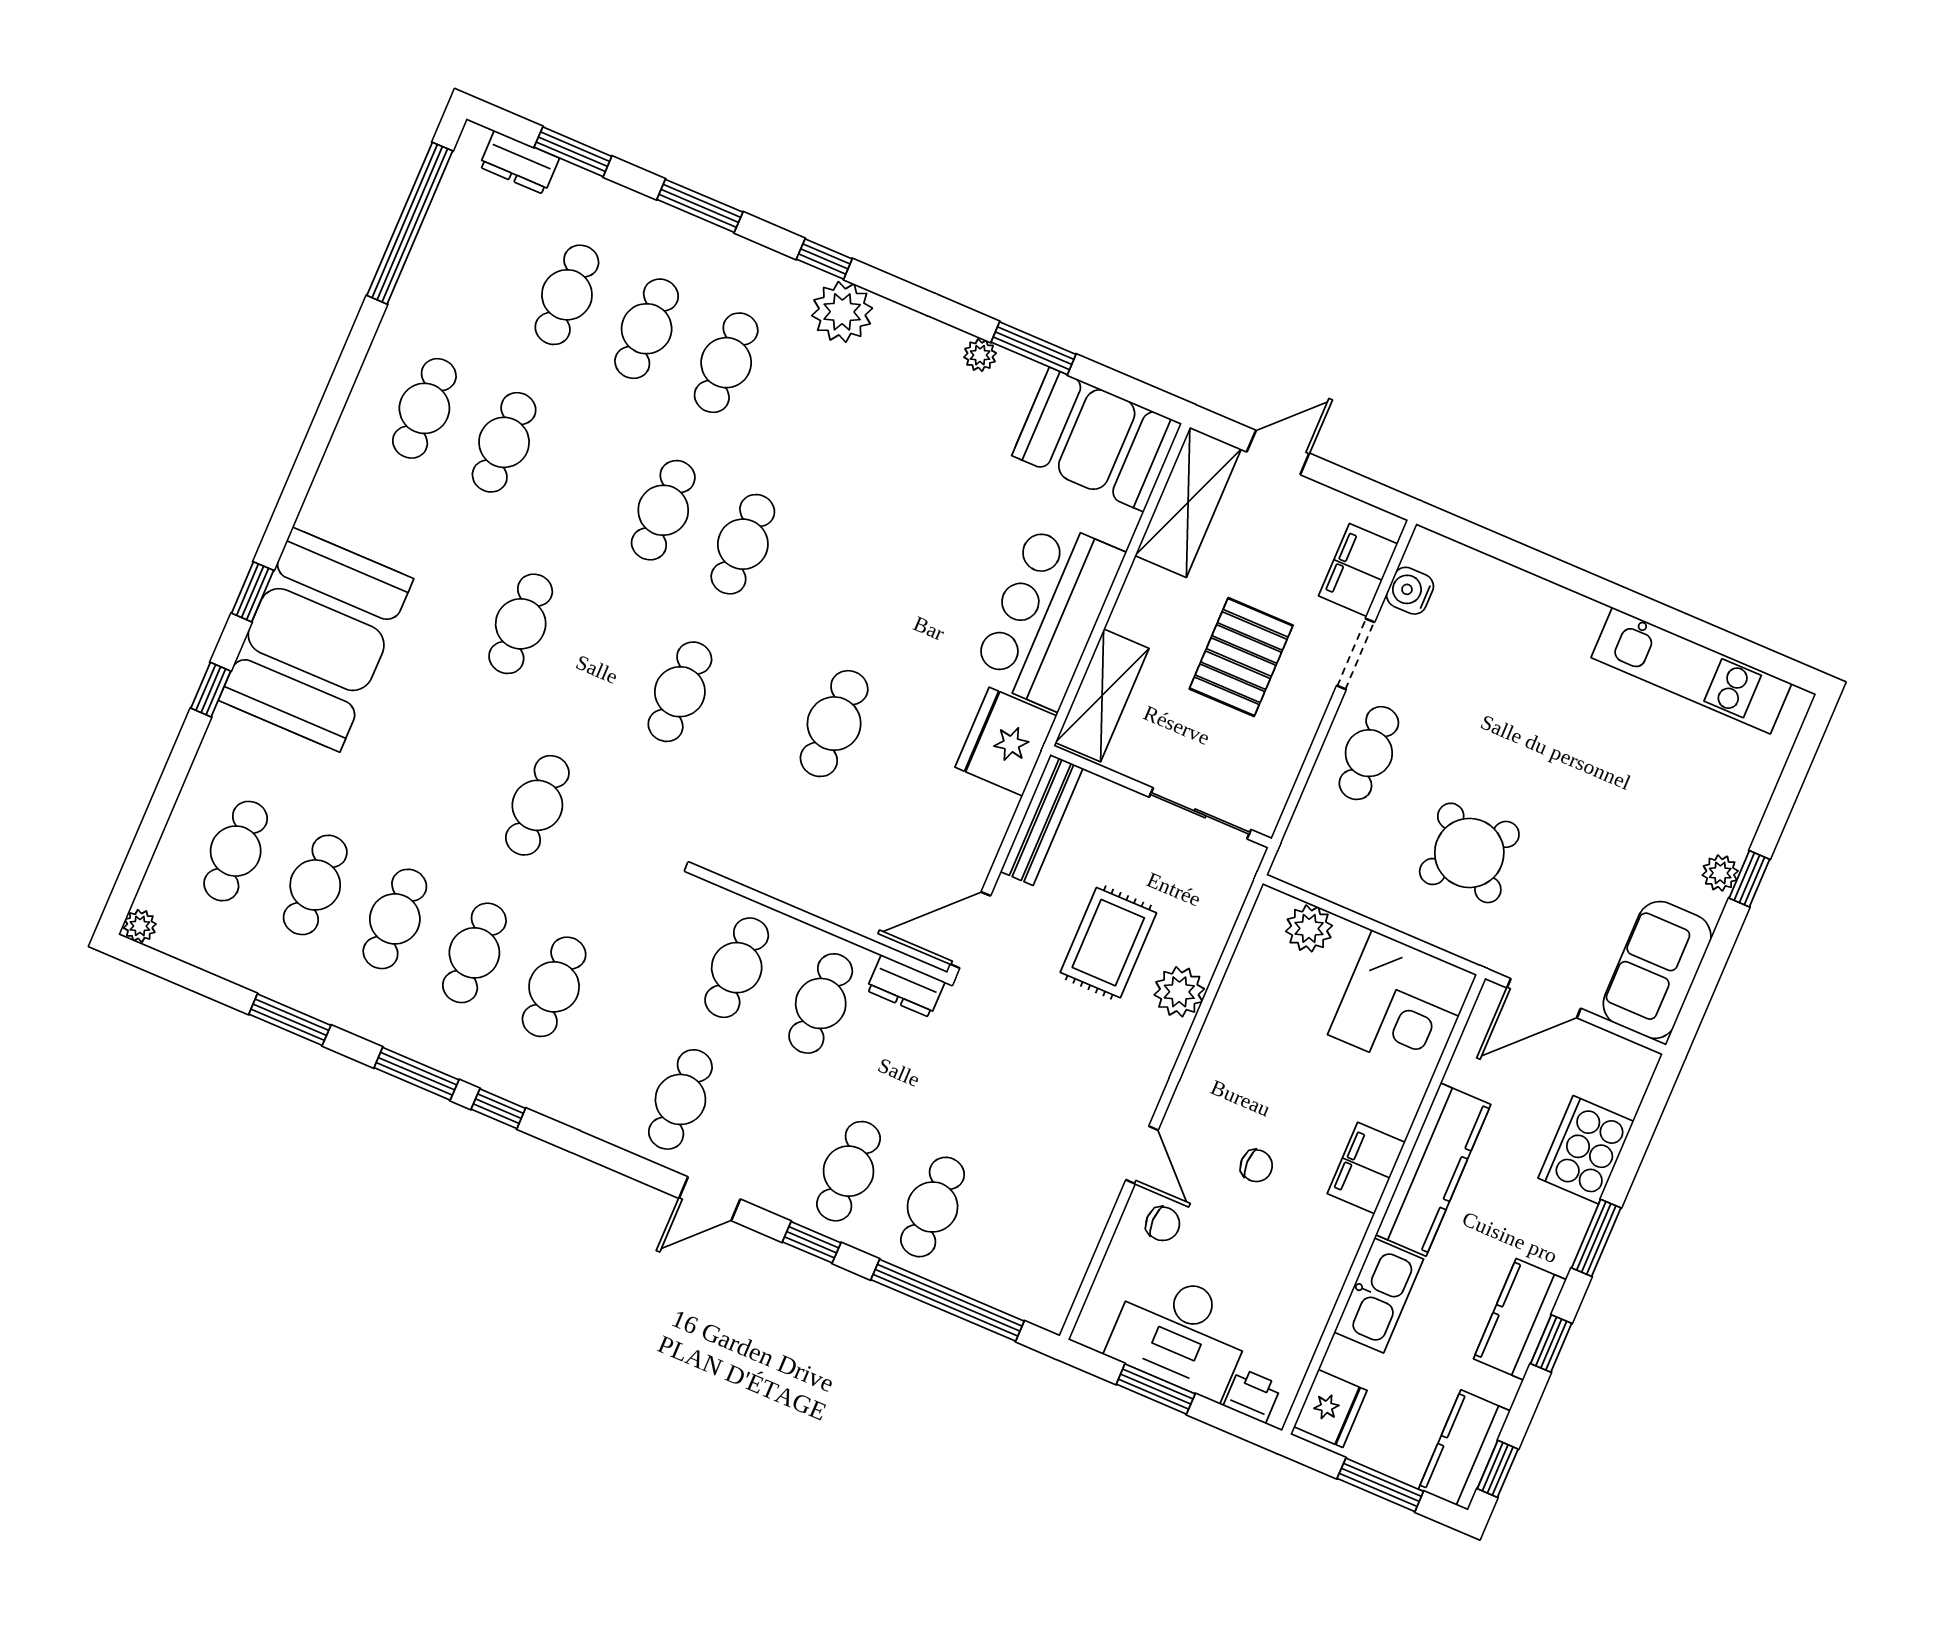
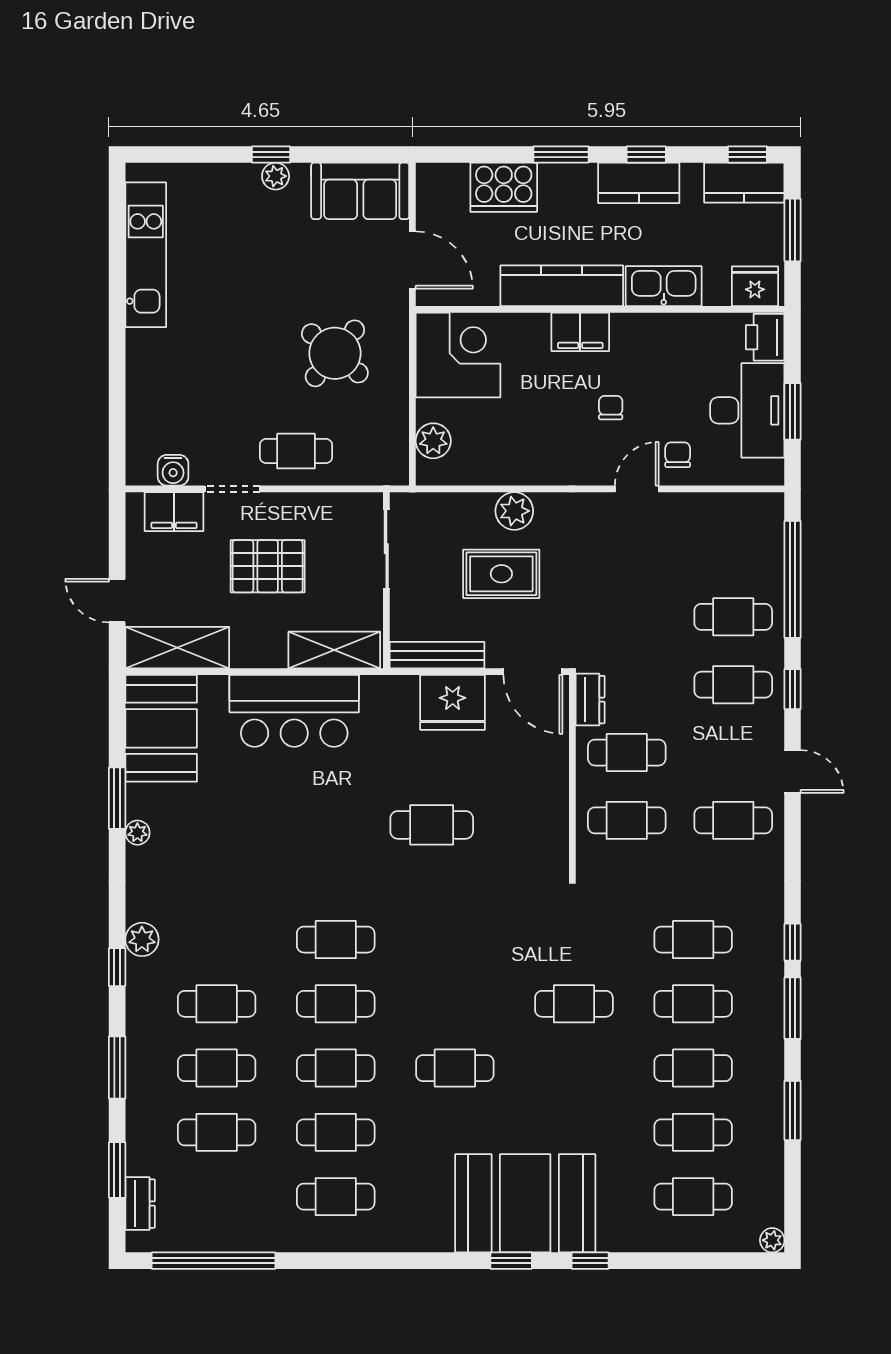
plant: (842, 312) -> (142, 939), width x0.73, depth x0.73
cafe table: (680, 692) -> (336, 1068), moved
fridge: (1006, 742) -> (453, 702), moved
printer: (1252, 1396) -> (765, 337), width x1.36, depth x1.24

